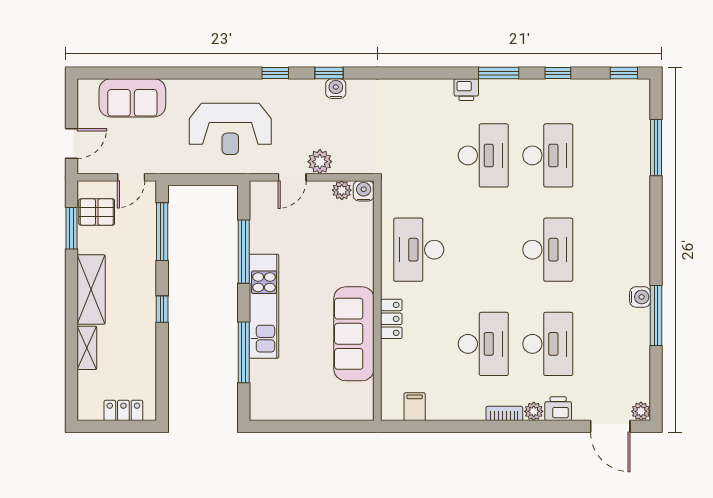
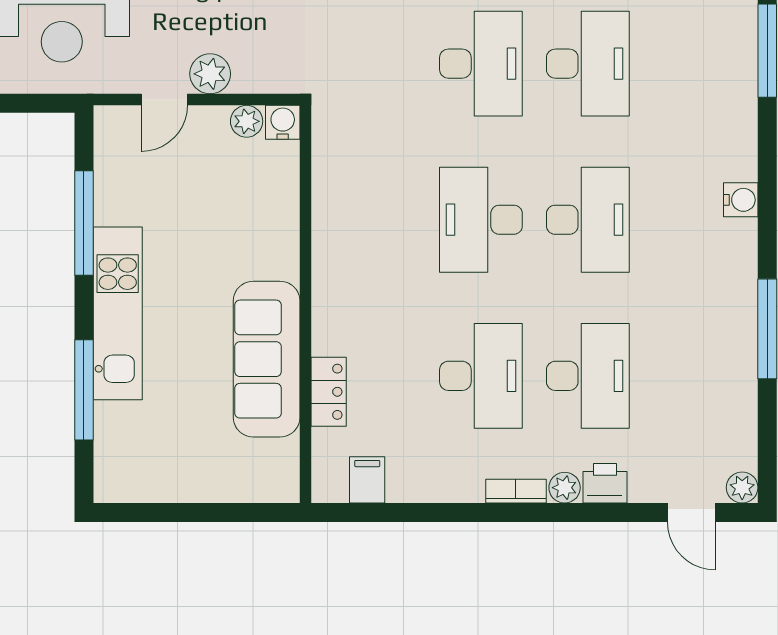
desk: (419, 250) -> (481, 220), moved
water cooler: (640, 297) -> (741, 200), moved
locker: (391, 319) -> (329, 392), moved
door: (610, 426) -> (691, 513), width x0.73

